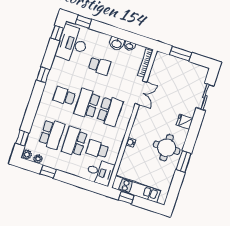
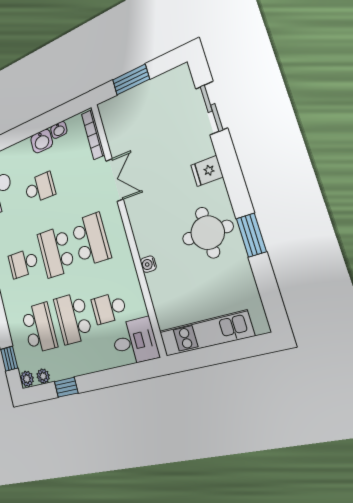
window: (126, 198) -> (199, 358), removed

